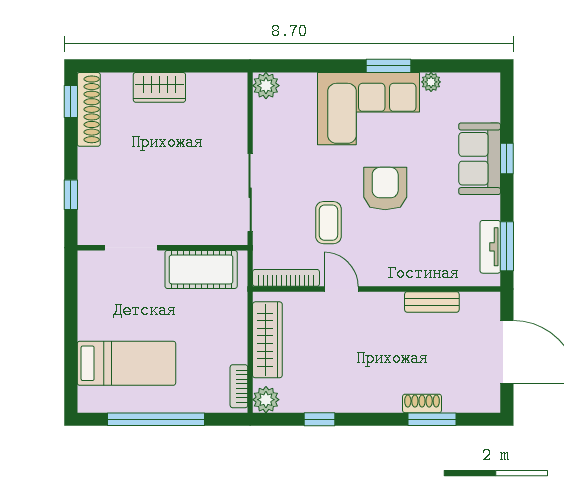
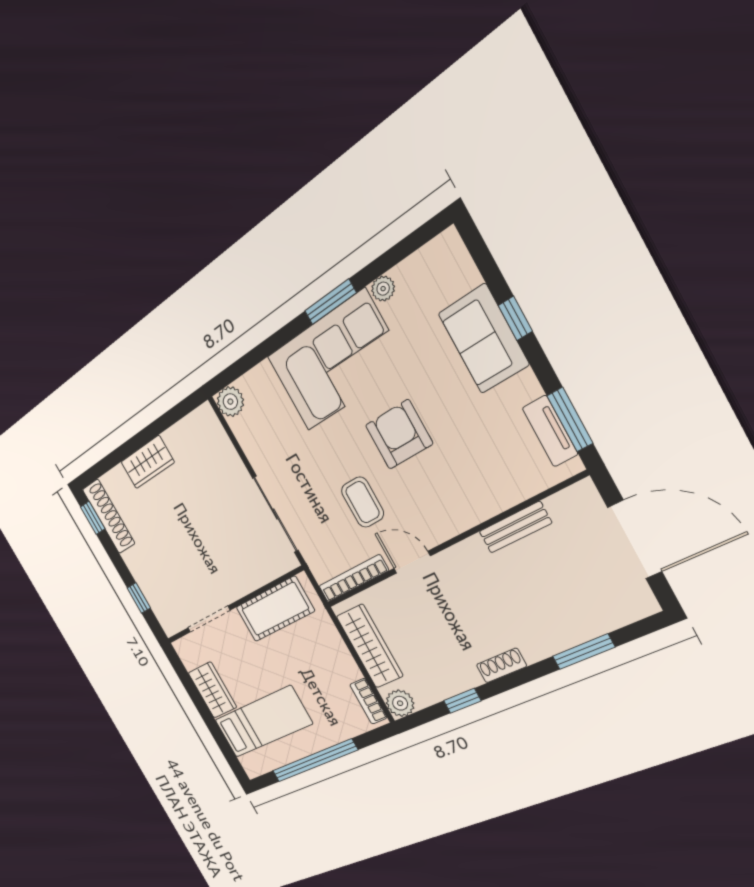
wardrobe: (93, 312) -> (212, 690), added
shoe rack: (422, 403) -> (501, 665), moved

